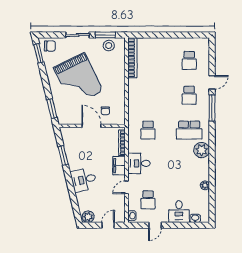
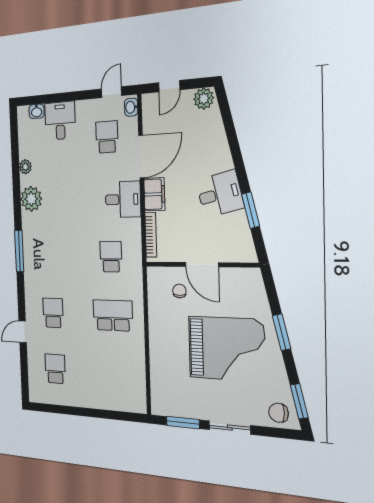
stool: (109, 46) -> (177, 404), removed
bookcase: (132, 58) -> (139, 380), removed
grand piano: (78, 79) -> (227, 349), turned 116
window: (212, 108) -> (19, 251), moved
window: (52, 109) -> (282, 332), moved
school desk: (189, 130) -> (113, 315), moved
plant: (202, 150) -> (31, 199), moved
desk: (84, 180) -> (220, 194), moved
door: (127, 187) -> (141, 157), width x1.88
door: (155, 225) -> (112, 92), moved

